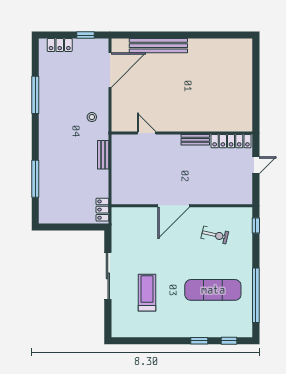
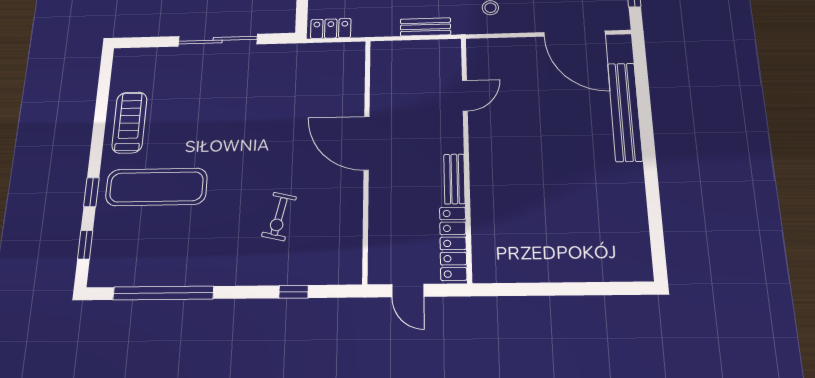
door: (174, 206) -> (367, 143), moved
wall: (182, 206) -> (366, 157), moved
exercise mat: (213, 290) -> (156, 187), moved, turned 90
treadmill: (147, 293) -> (129, 122), moved, turned -90

